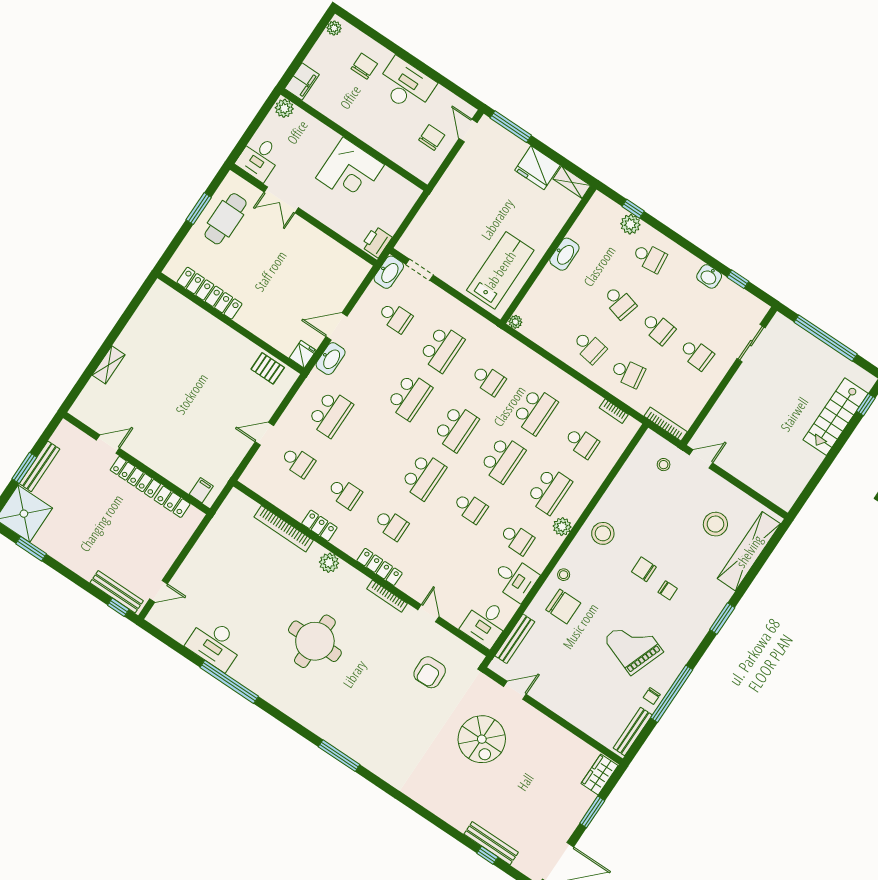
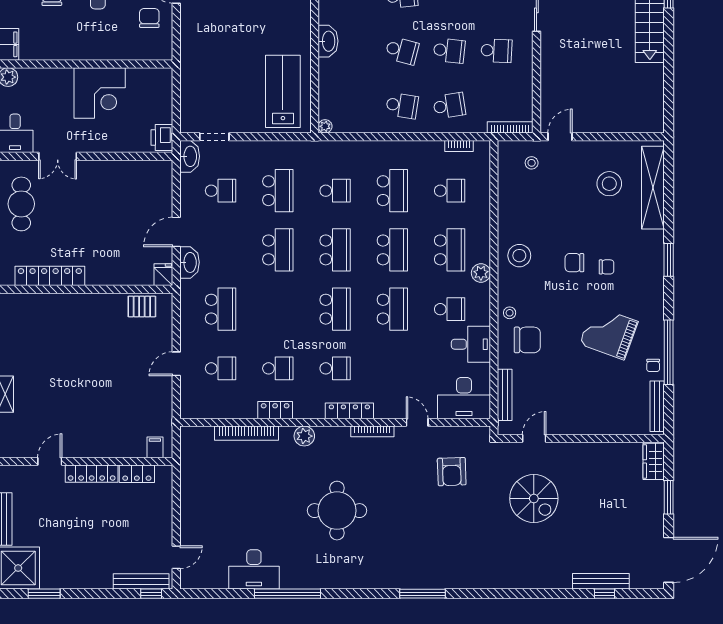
school desk: (470, 508) -> (392, 309), width x1.85
desk: (486, 623) -> (464, 398), width x1.37

